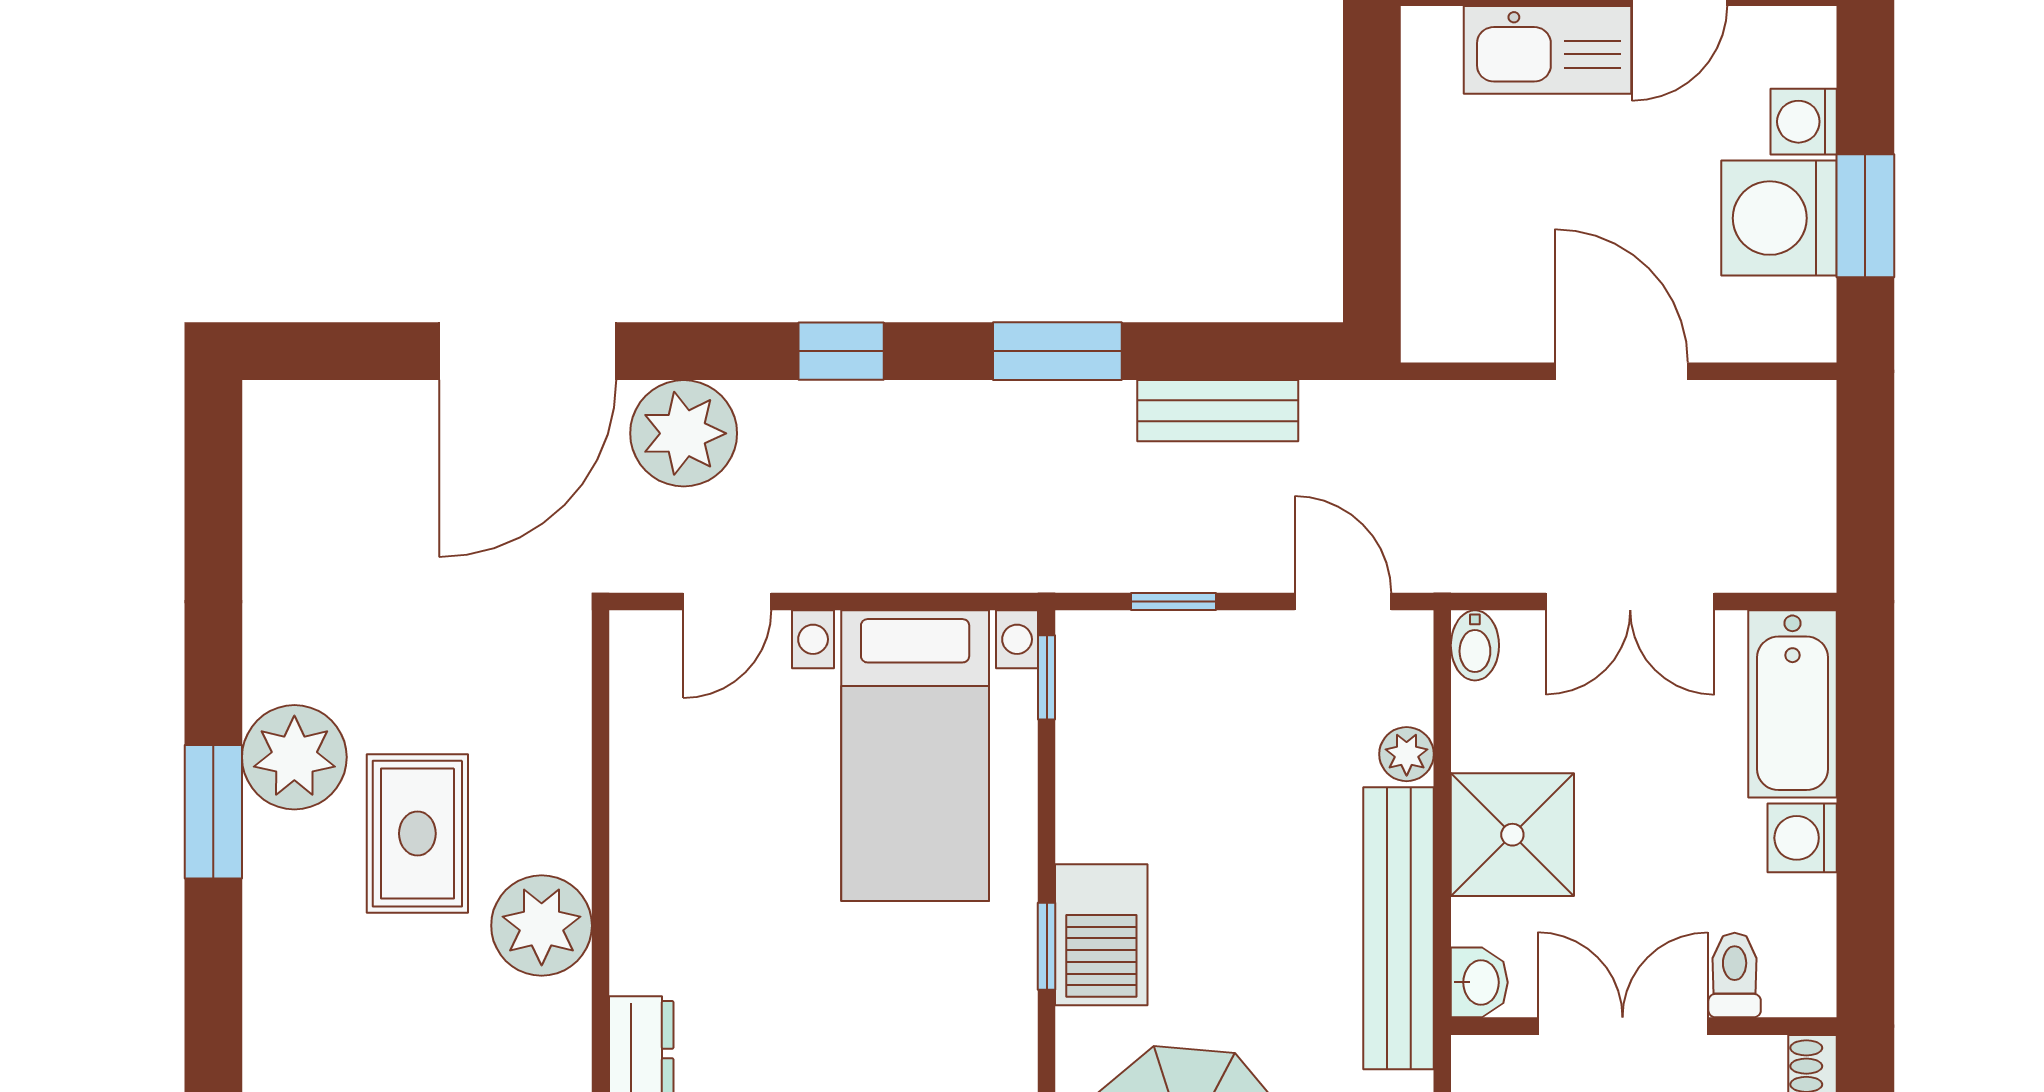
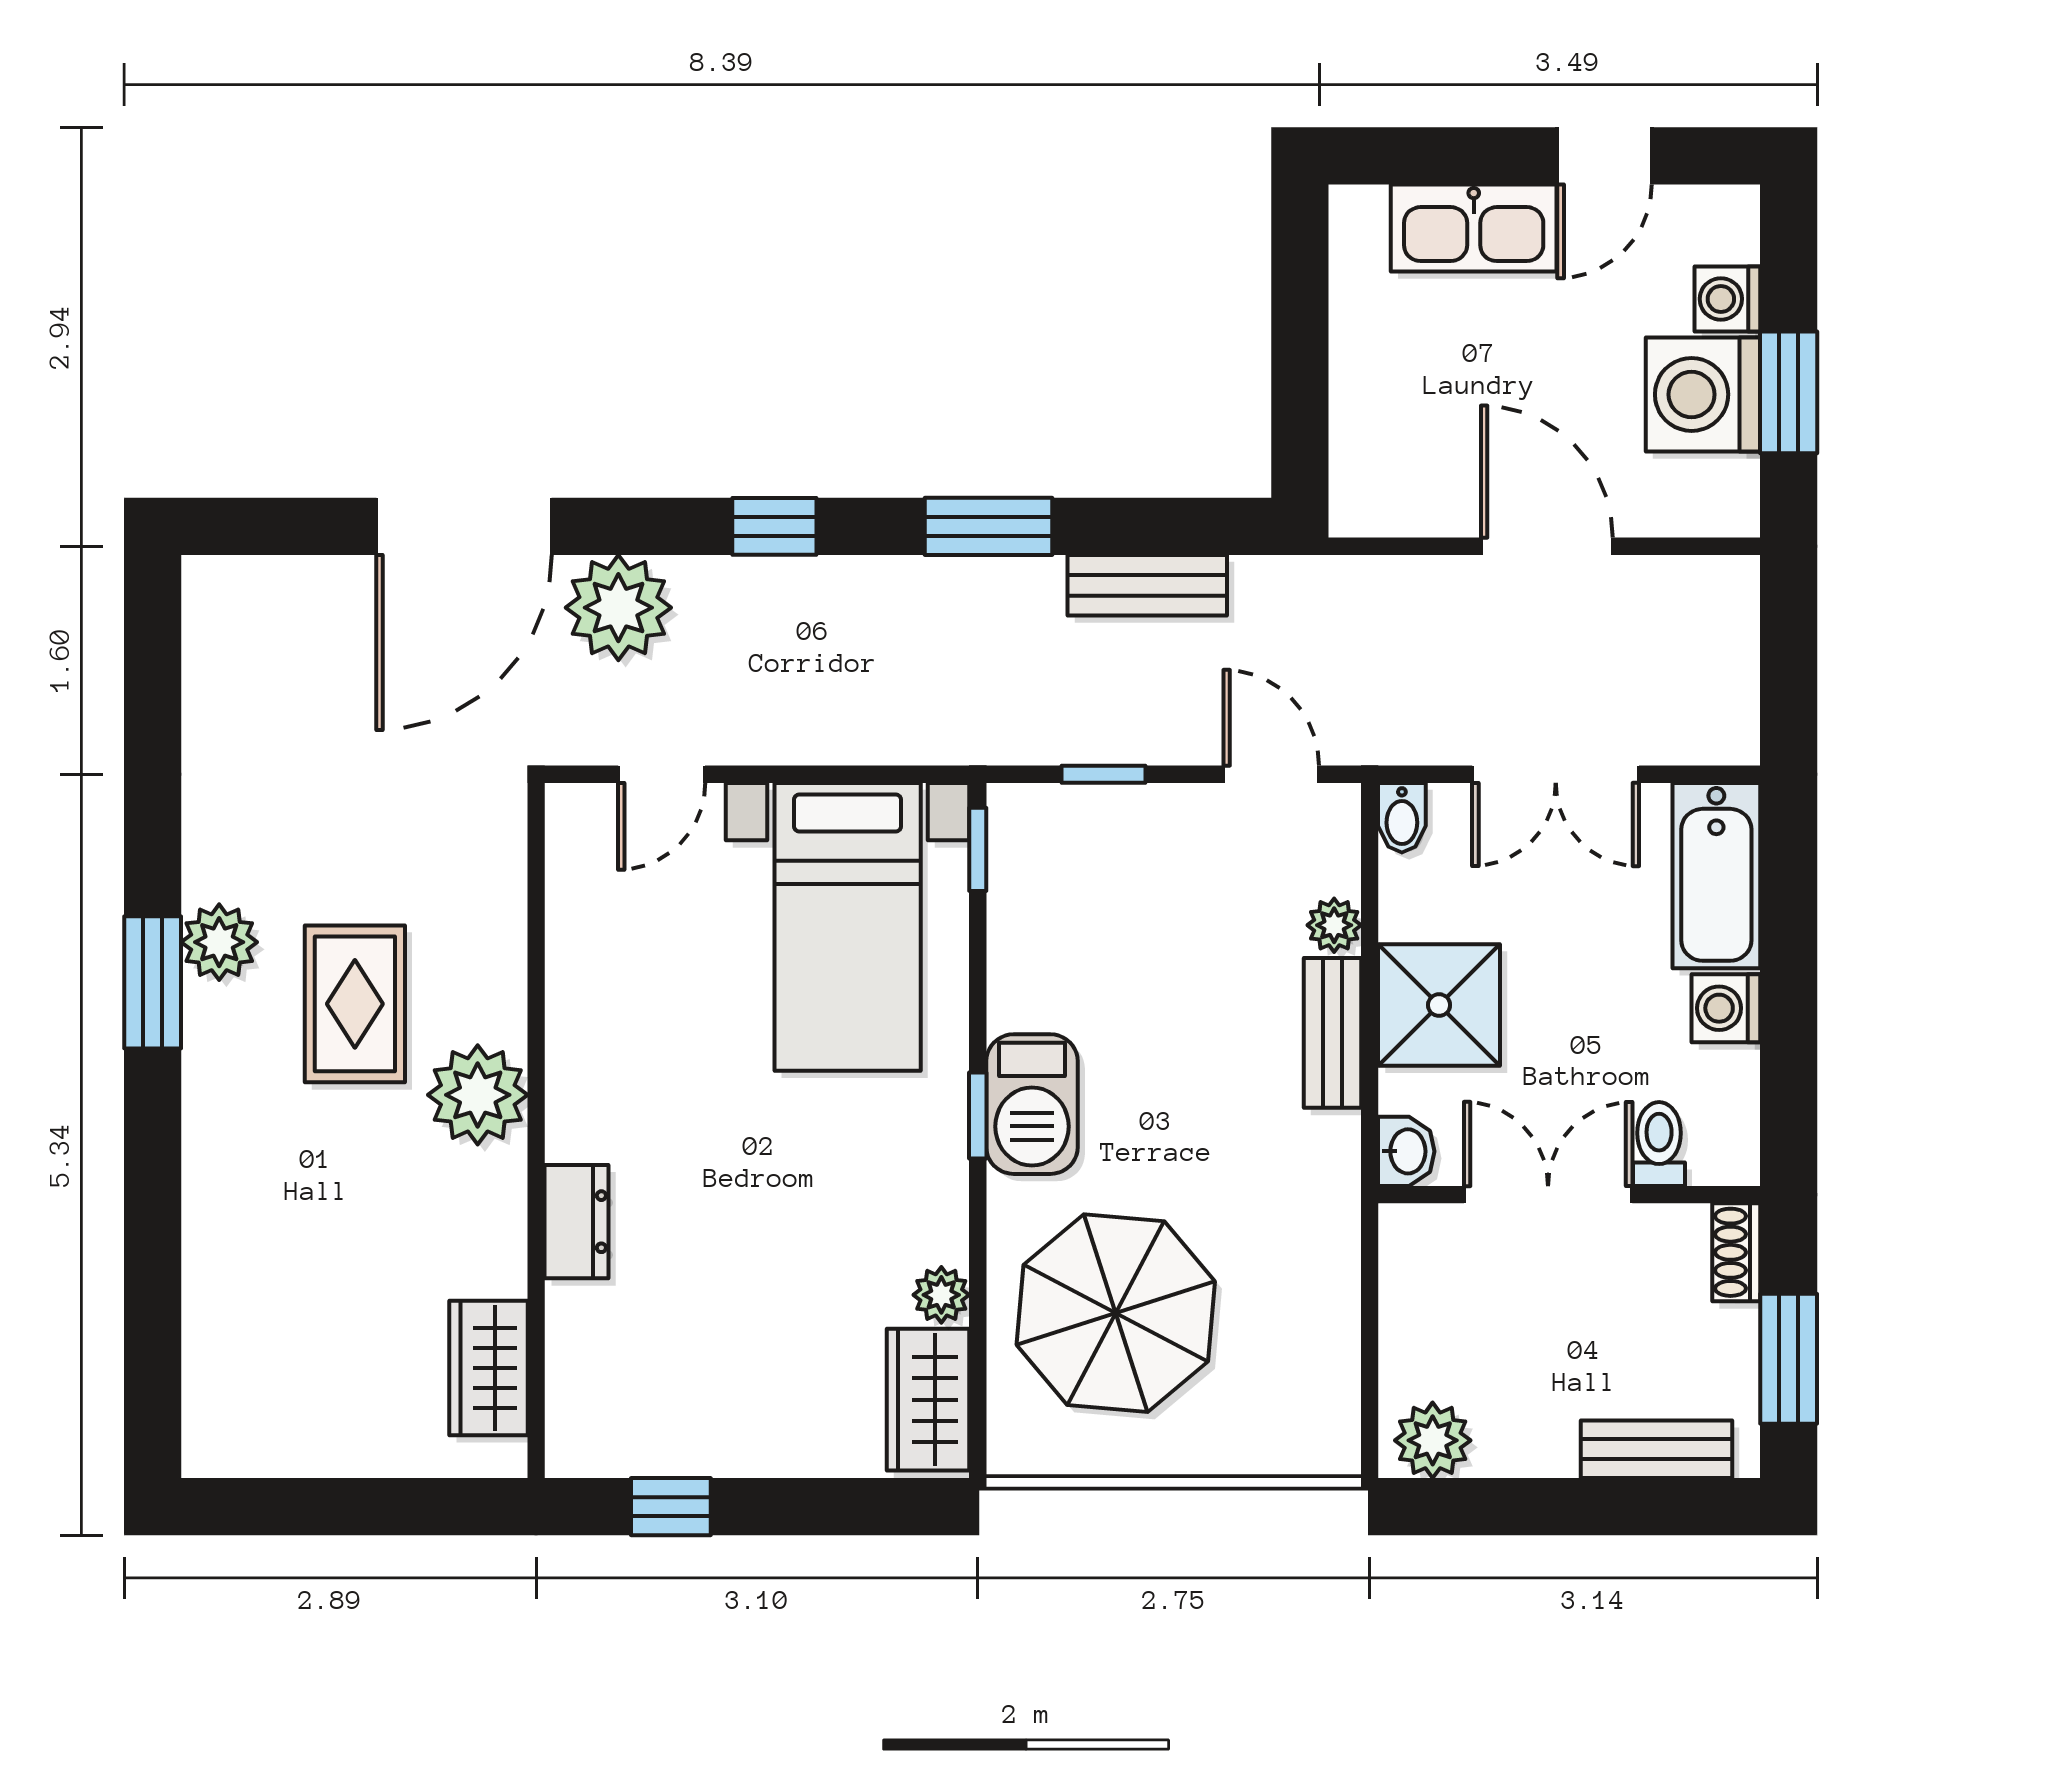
plant: (294, 757) -> (219, 942), width x0.73, depth x0.73
bench: (1399, 928) -> (1332, 1033), width x0.54, depth x0.82

